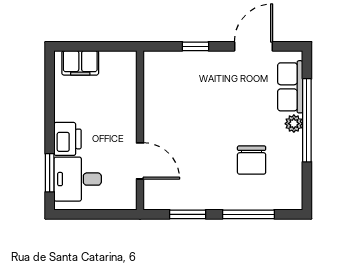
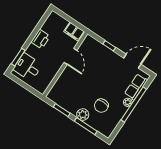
filing cabinet: (80, 63) -> (74, 32), moved
printer: (68, 139) -> (41, 39), moved
door: (140, 161) -> (70, 56), moved
plant: (229, 198) -> (83, 115), added

